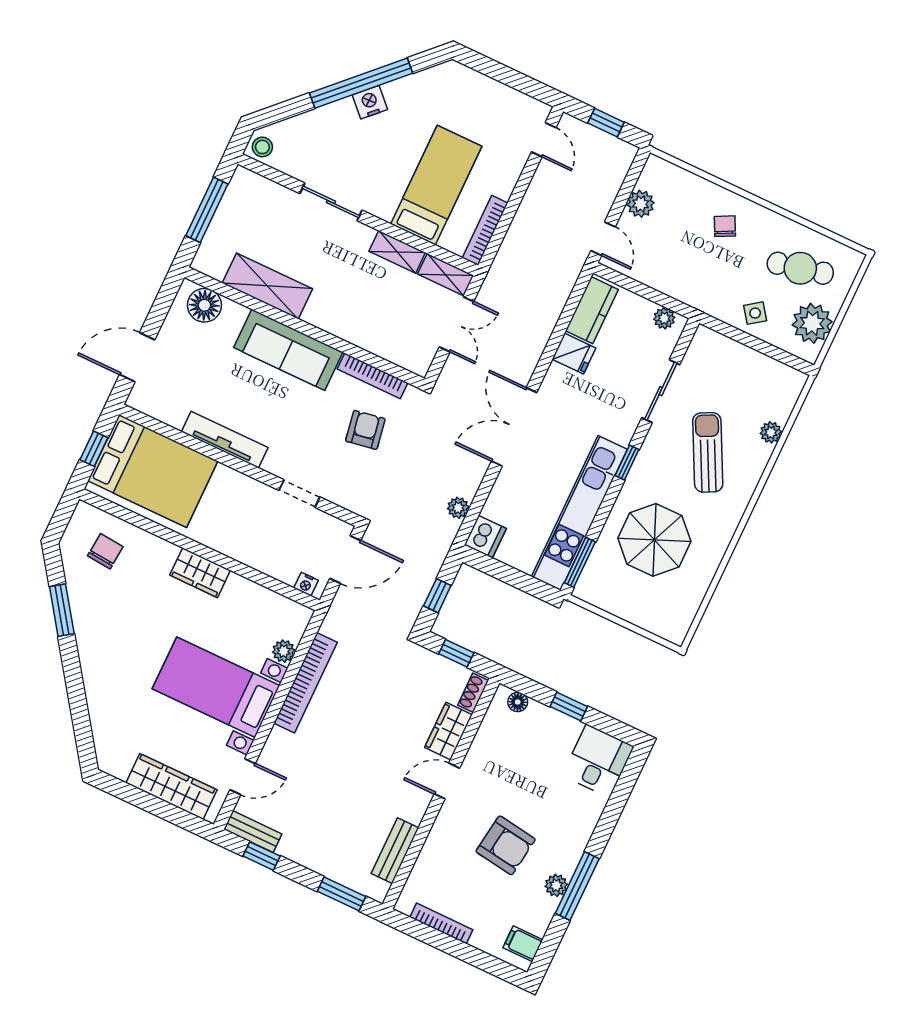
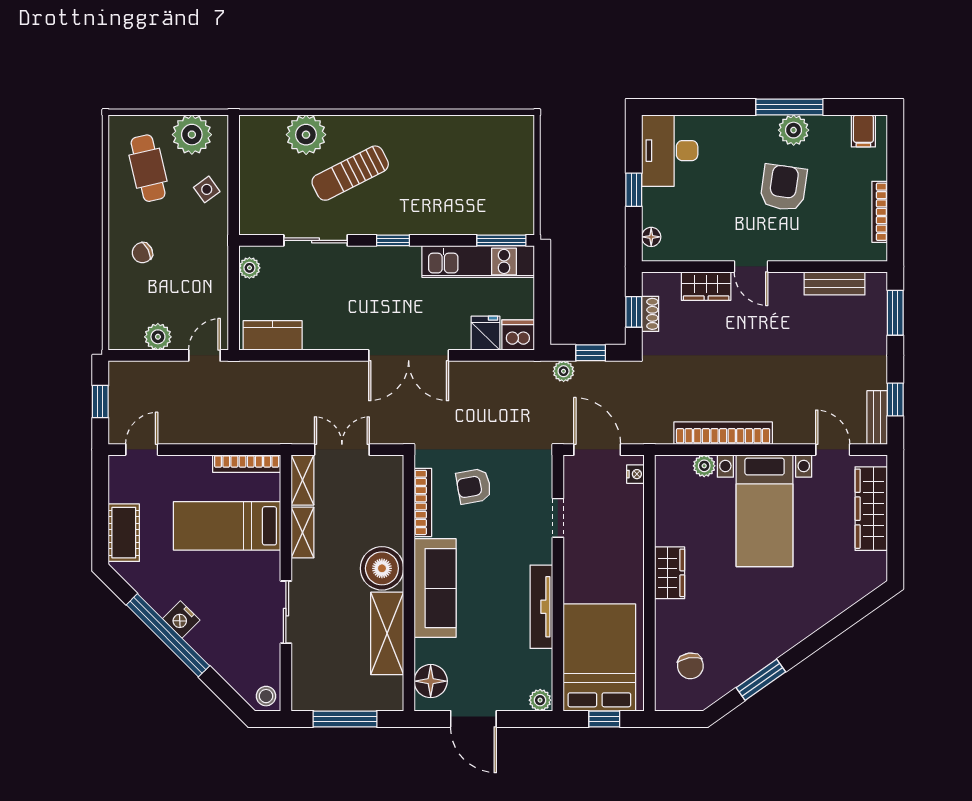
cot: (475, 87) -> (124, 533), added
boiler: (330, 309) -> (382, 568), added
fridge: (574, 354) -> (486, 333), moved
door: (137, 357) -> (473, 719), moved
plant: (139, 398) -> (540, 700), added
plant: (771, 432) -> (306, 135), width x1.88, depth x1.88
plant: (458, 508) -> (564, 371), moved
kitchen unit: (579, 513) -> (478, 261), width x0.73
parasol: (654, 540) -> (450, 184), removed
chair: (105, 551) -> (690, 666), turned -103
shoe rack: (473, 693) -> (650, 314), moved, turned -90
desk: (598, 761) -> (670, 151), width x1.37
plant: (556, 885) -> (794, 130), width x1.38, depth x1.38

